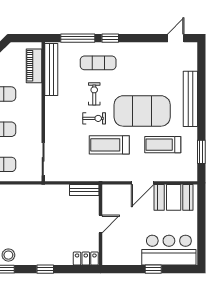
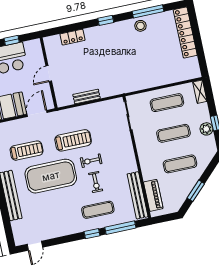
door: (100, 224) -> (49, 74), moved
wall: (100, 225) -> (49, 73), moved

